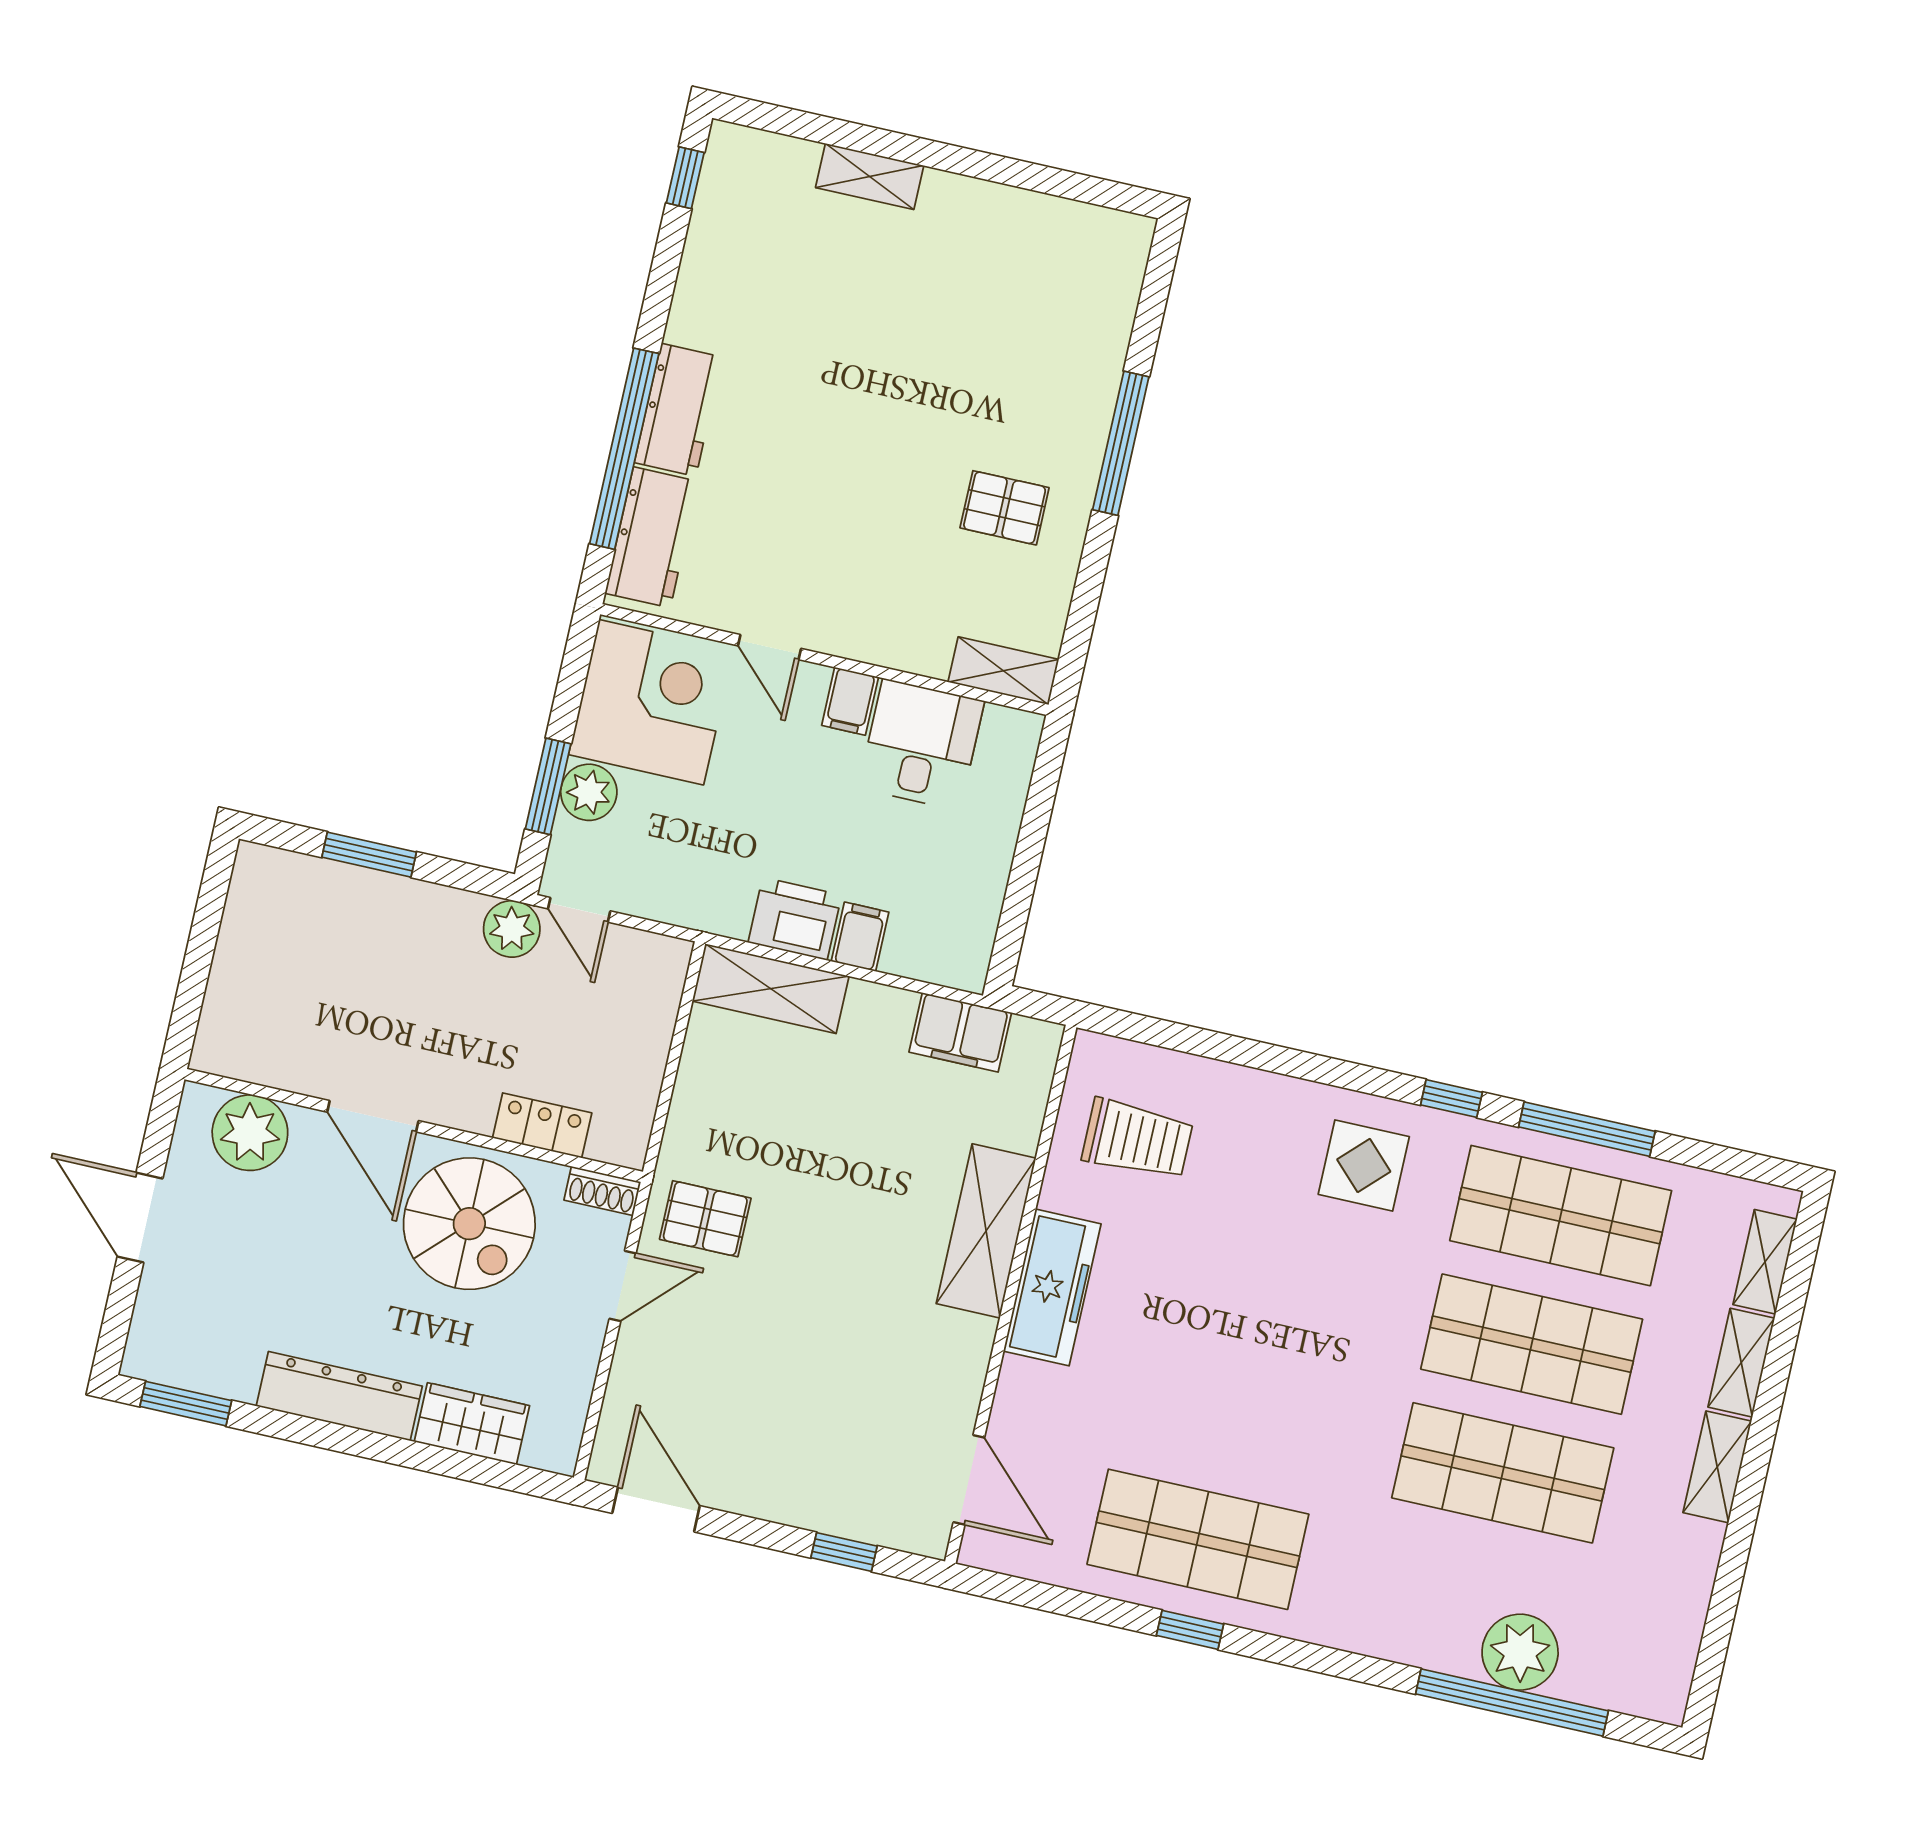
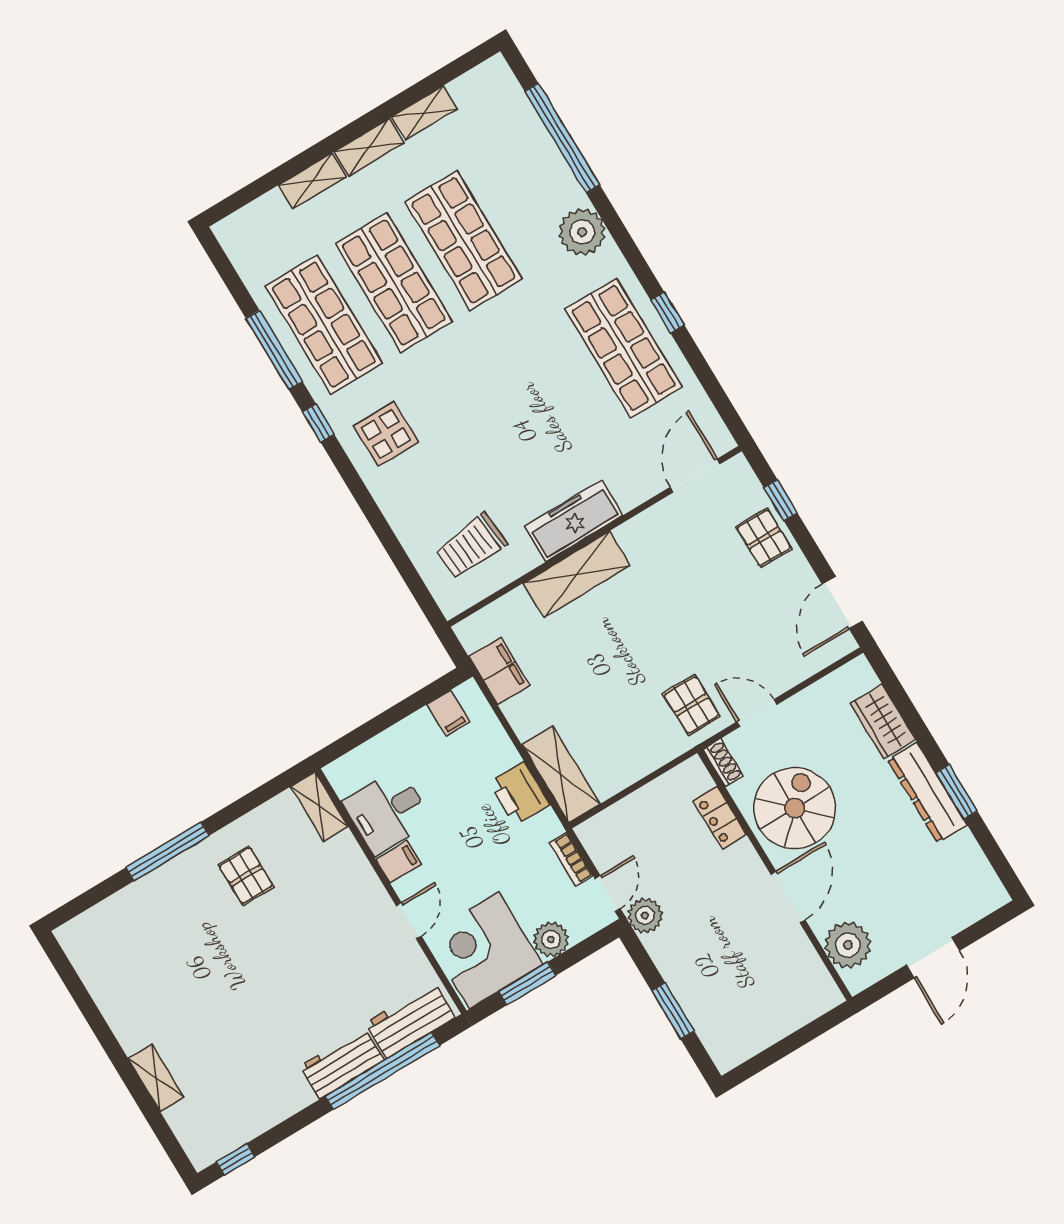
window: (548, 786) -> (527, 983), moved
bookcase: (659, 906) -> (571, 859), added
filing cabinet: (860, 937) -> (449, 713), moved, turned -90
trolley: (1137, 1139) -> (471, 546), turned -95
shelving: (1765, 1262) -> (424, 113), moved
window: (186, 1404) -> (957, 792), moved
pallet: (819, 1490) -> (764, 538), added
plant: (1520, 1652) -> (582, 232), moved

